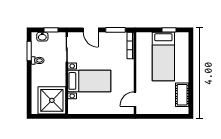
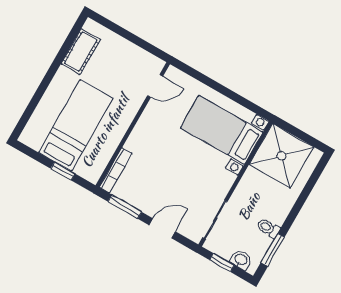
door: (91, 30) -> (162, 228), hinge flipped
window: (169, 30) -> (63, 171), moved
bed with nightstands: (89, 81) -> (222, 130), moved

